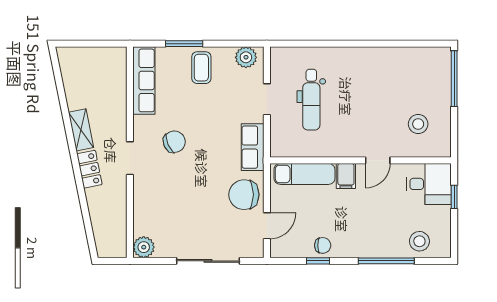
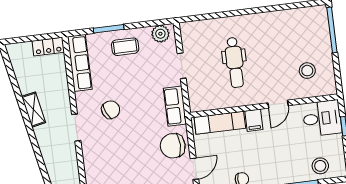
coffee table: (201, 68) -> (125, 47), turned 90
dental chair: (311, 100) -> (235, 62), moved
locker: (89, 169) -> (48, 47), moved, turned 101

